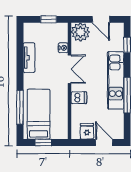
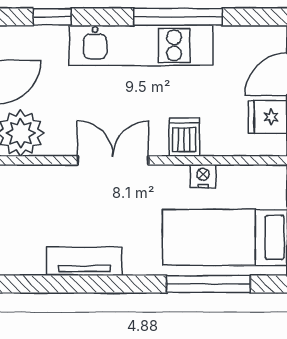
nightstand: (63, 48) -> (203, 176), moved

